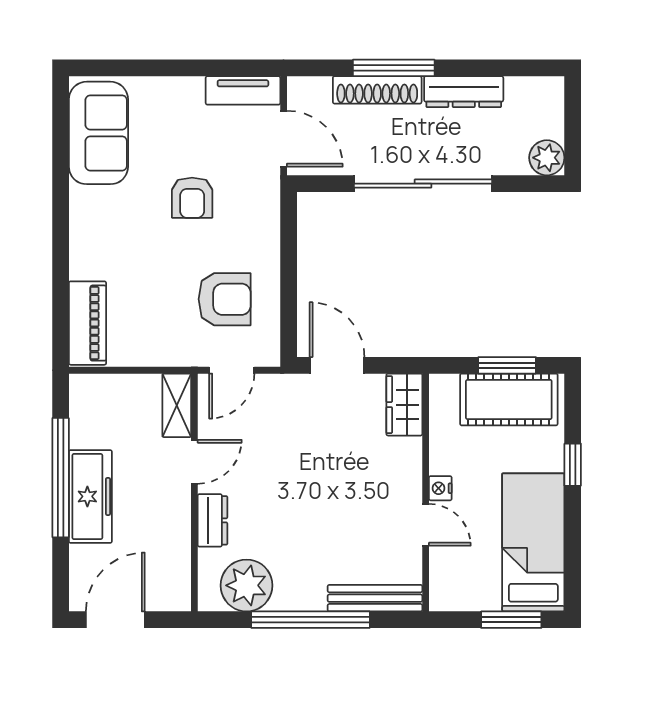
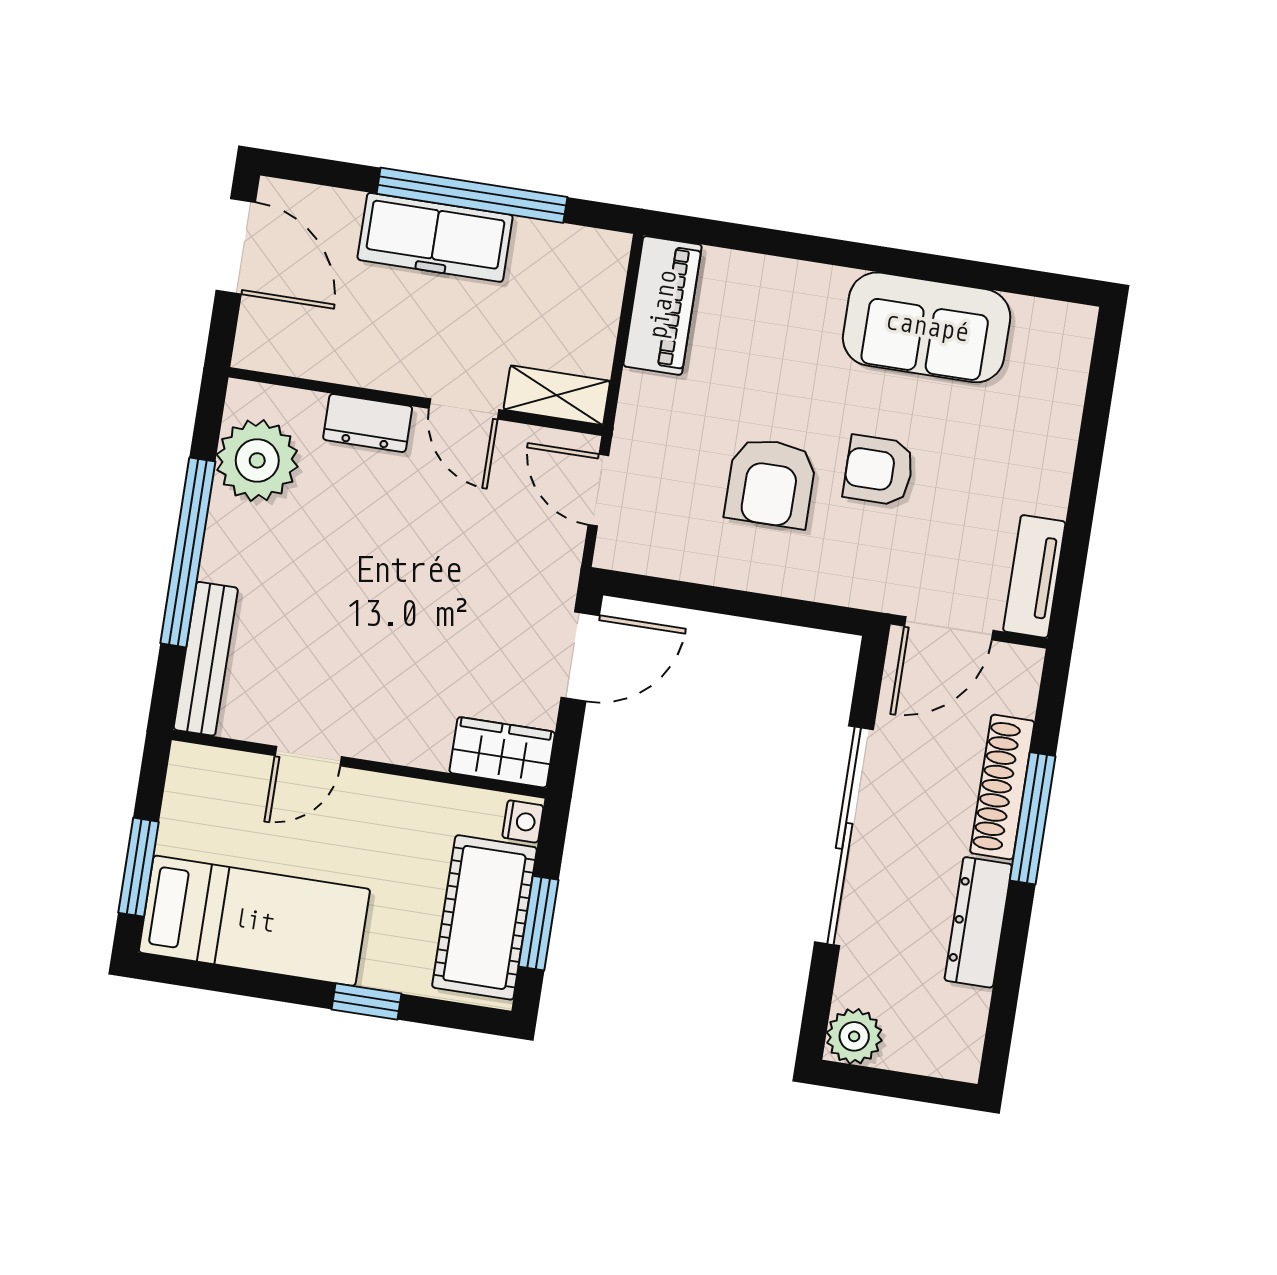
sofa: (98, 133) -> (927, 327), moved
armchair: (225, 299) -> (771, 483), moved
piano: (87, 323) -> (663, 305), moved, turned -90
nightstand: (440, 488) -> (523, 821), moved, turned 90

